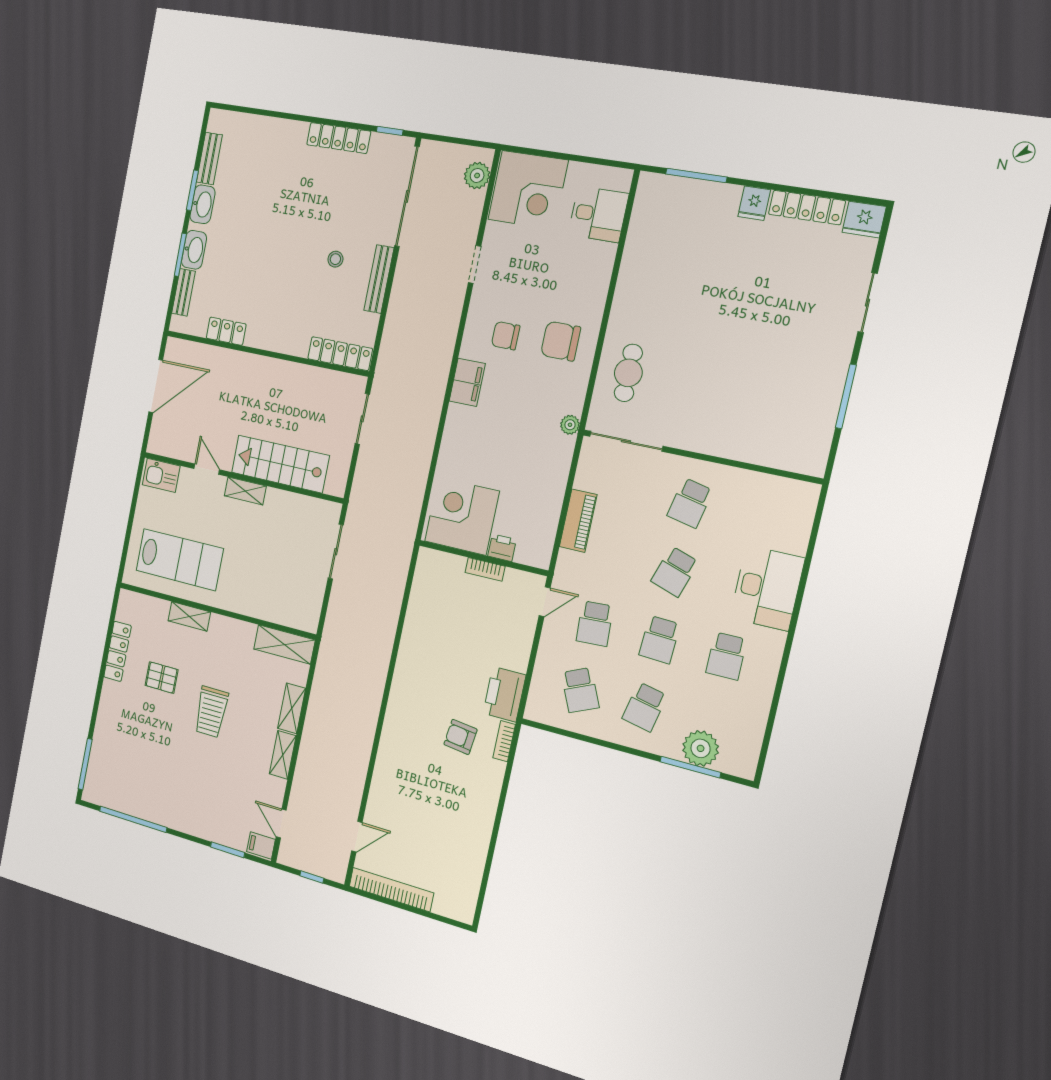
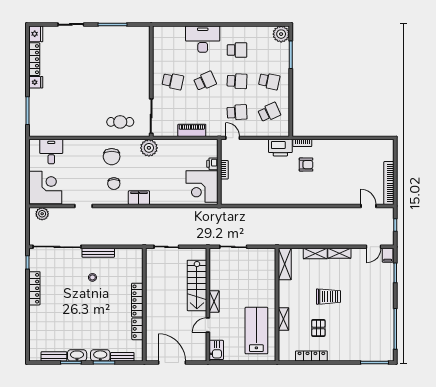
locker: (340, 354) -> (137, 300), moved
plant: (570, 425) -> (149, 148), width x1.87, depth x1.87
school desk: (675, 572) -> (205, 81), turned -42
armchair: (460, 737) -> (306, 165), turned -97
plant: (701, 748) -> (281, 34), moved

